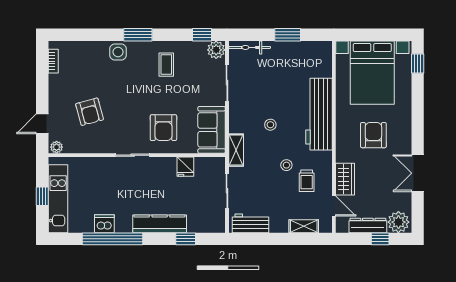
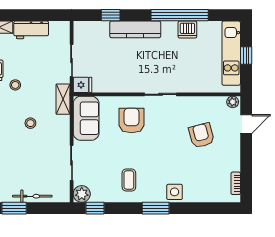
bicycle: (250, 47) -> (32, 196), moved
fridge: (185, 167) -> (82, 85), moved, turned 90
workbench: (251, 223) -> (31, 30), moved

